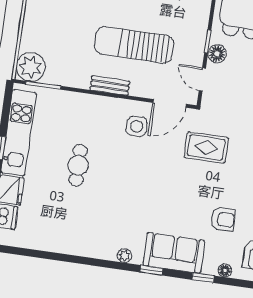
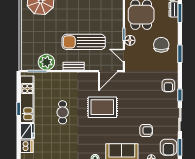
plant: (31, 67) -> (46, 62), moved
side table: (137, 126) -> (92, 86), removed
rug: (206, 148) -> (102, 107), moved, width x1.36, depth x1.43

